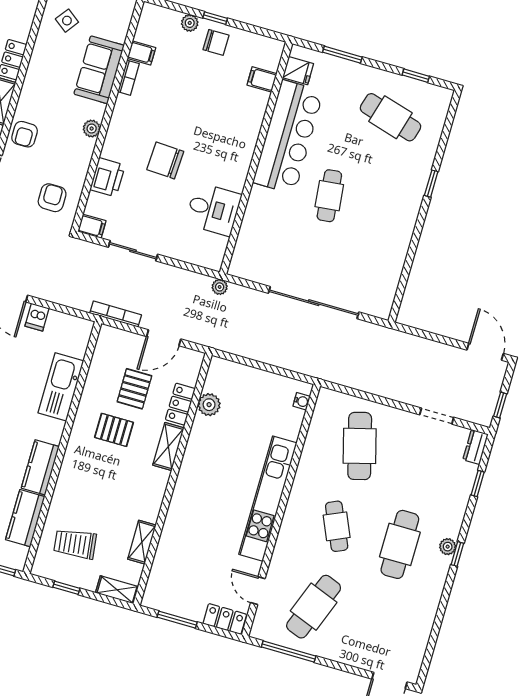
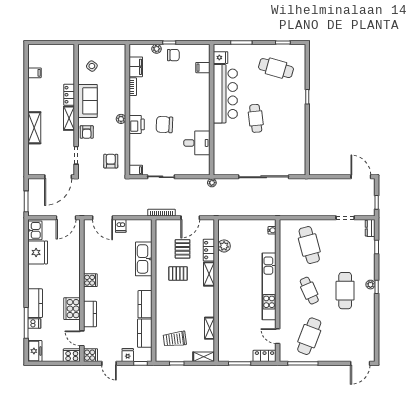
filing cabinet: (141, 53) -> (136, 67), width x2.00
sofa: (99, 70) -> (88, 101), moved, turned 180
printer: (107, 177) -> (137, 124), moved

